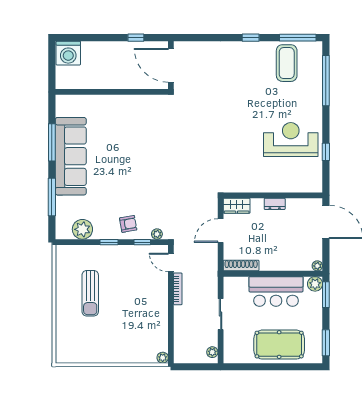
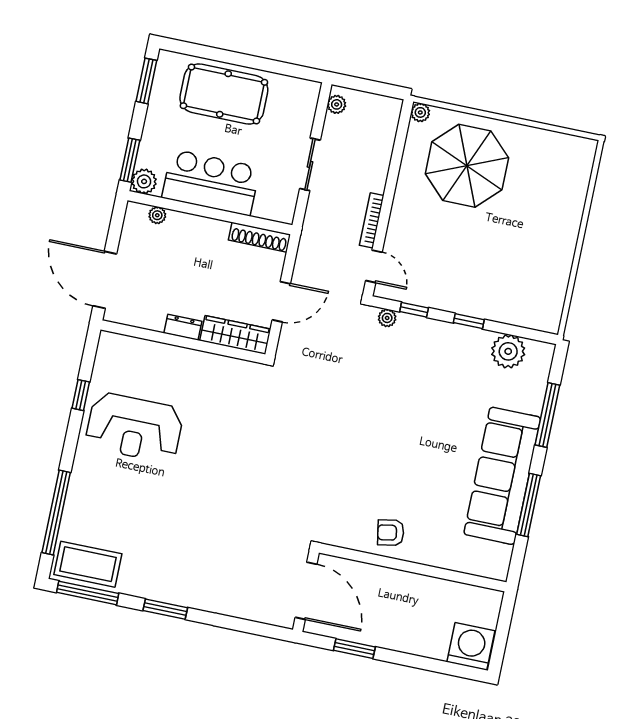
window: (136, 38) -> (354, 649), width x1.50
window: (251, 38) -> (165, 609), width x1.50
coffee table: (287, 63) -> (88, 564), moved, turned 90
wardrobe: (237, 206) -> (235, 335), width x1.50
armchair: (128, 224) -> (391, 533), moved
plant: (317, 266) -> (157, 215), moved
sun lounger: (90, 293) -> (517, 243), removed
parasol: (129, 332) -> (467, 166), added

